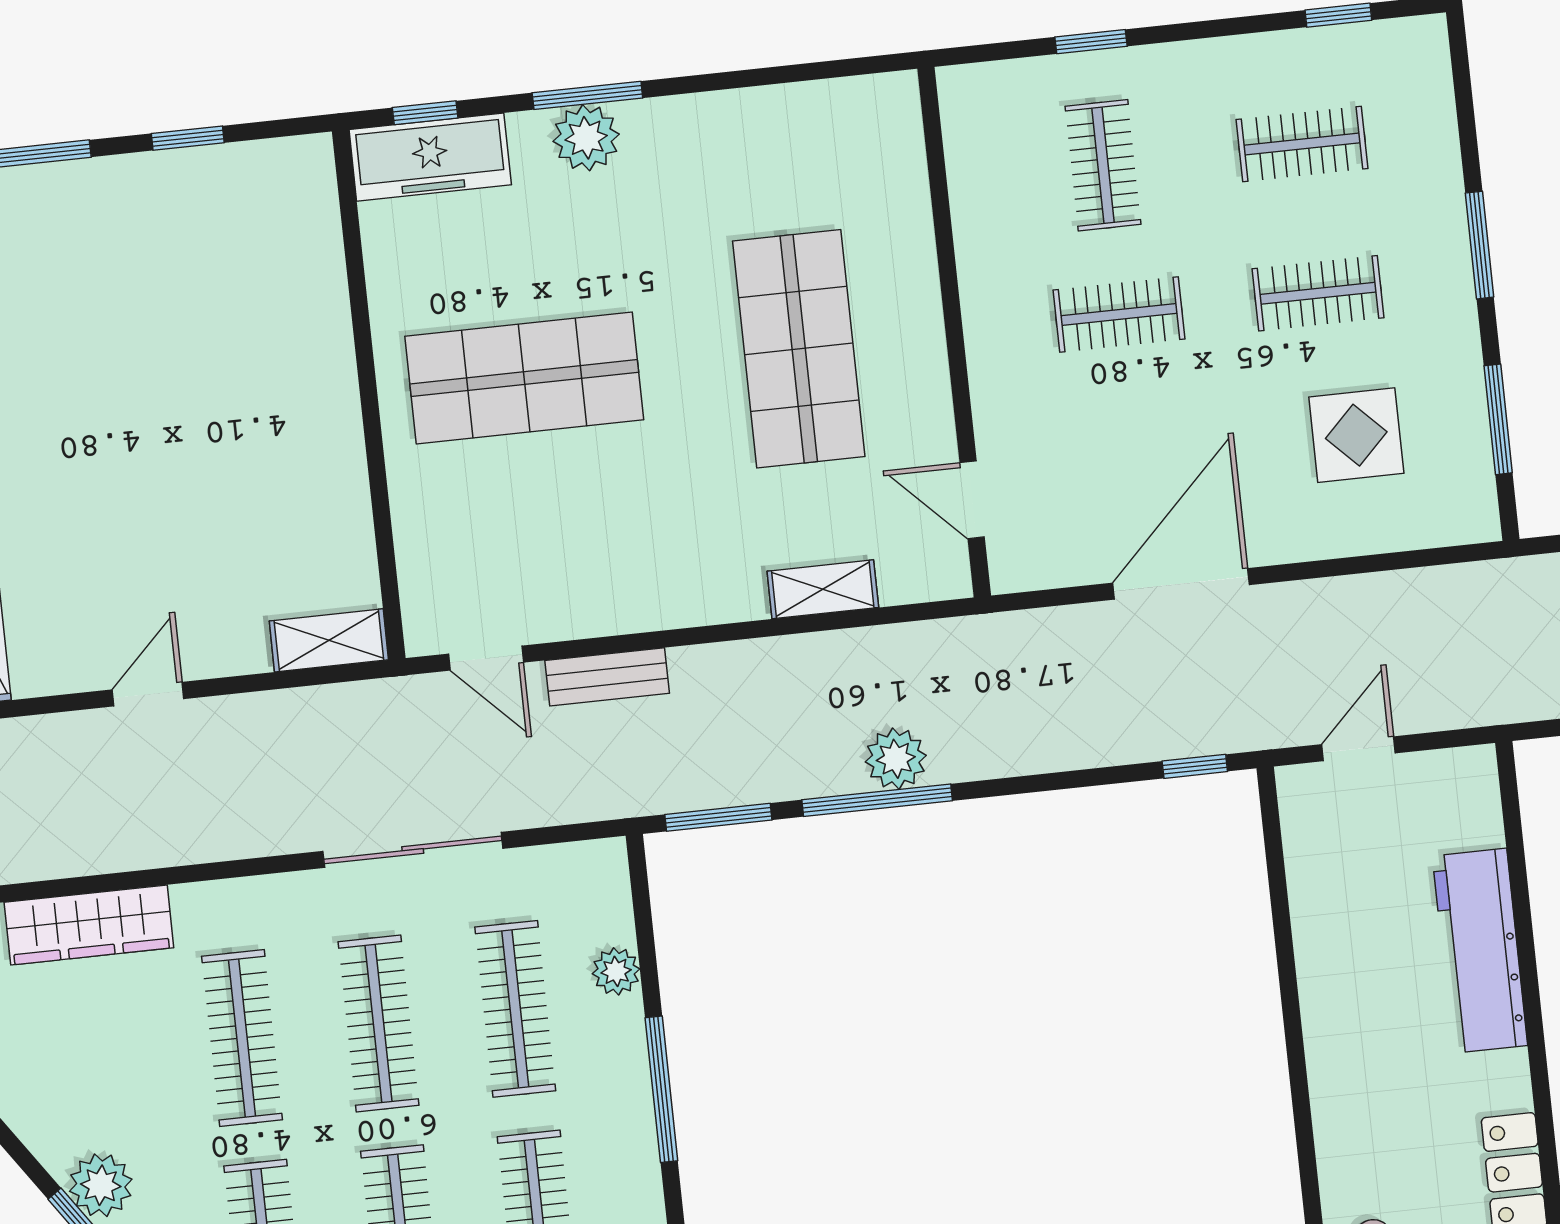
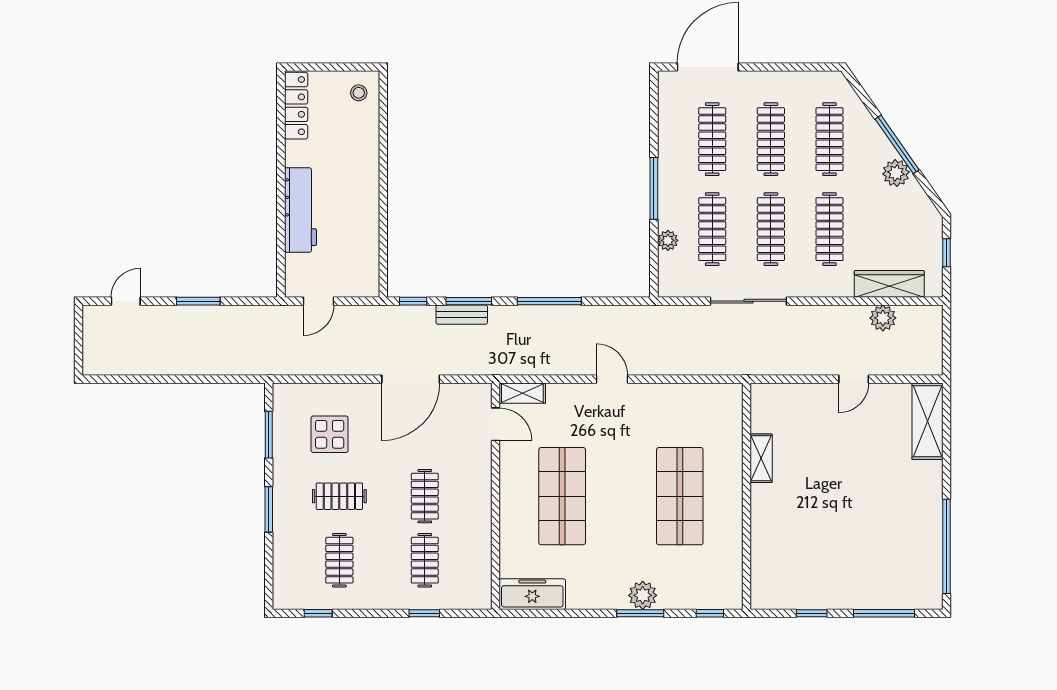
clothes rail: (1302, 144) -> (339, 560), turned 90
freezer: (430, 157) -> (532, 594), moved
clothes rail: (1119, 315) -> (425, 496), turned 90
shop shelf: (524, 378) -> (680, 496), turned 90
shelving: (823, 589) -> (522, 393), moved
shelving: (329, 640) -> (761, 458), moved, turned 90
door: (486, 658) -> (612, 379), moved
bench: (607, 677) -> (462, 315), moved
door: (1359, 749) -> (319, 301), moved
plant: (896, 759) -> (883, 318), moved
window: (718, 817) -> (469, 301), moved

